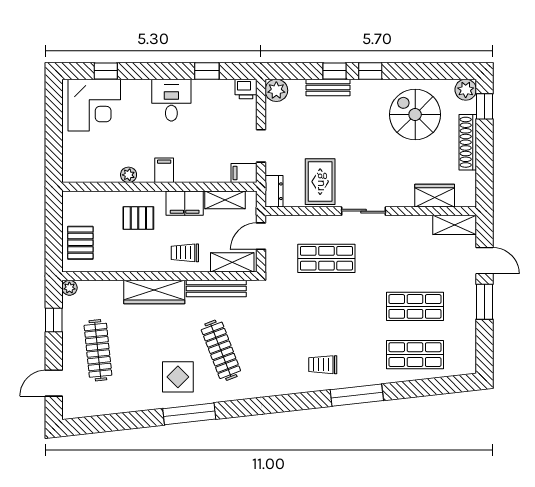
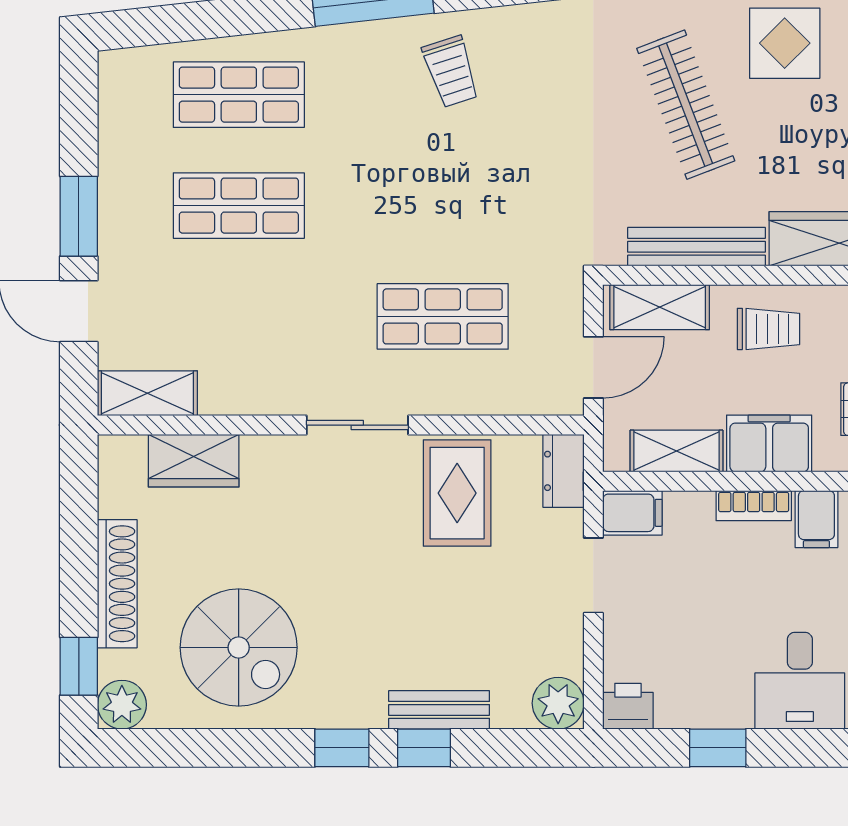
bookcase: (191, 176) -> (754, 506), added
trolley: (323, 365) -> (451, 71), turned 72

